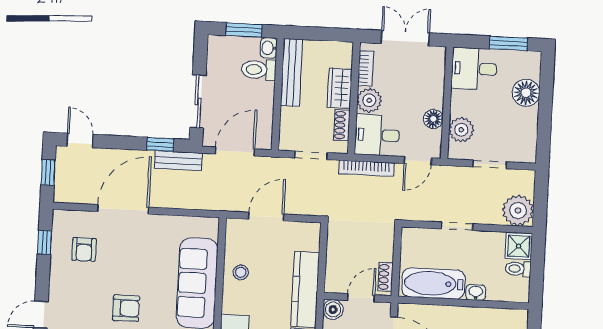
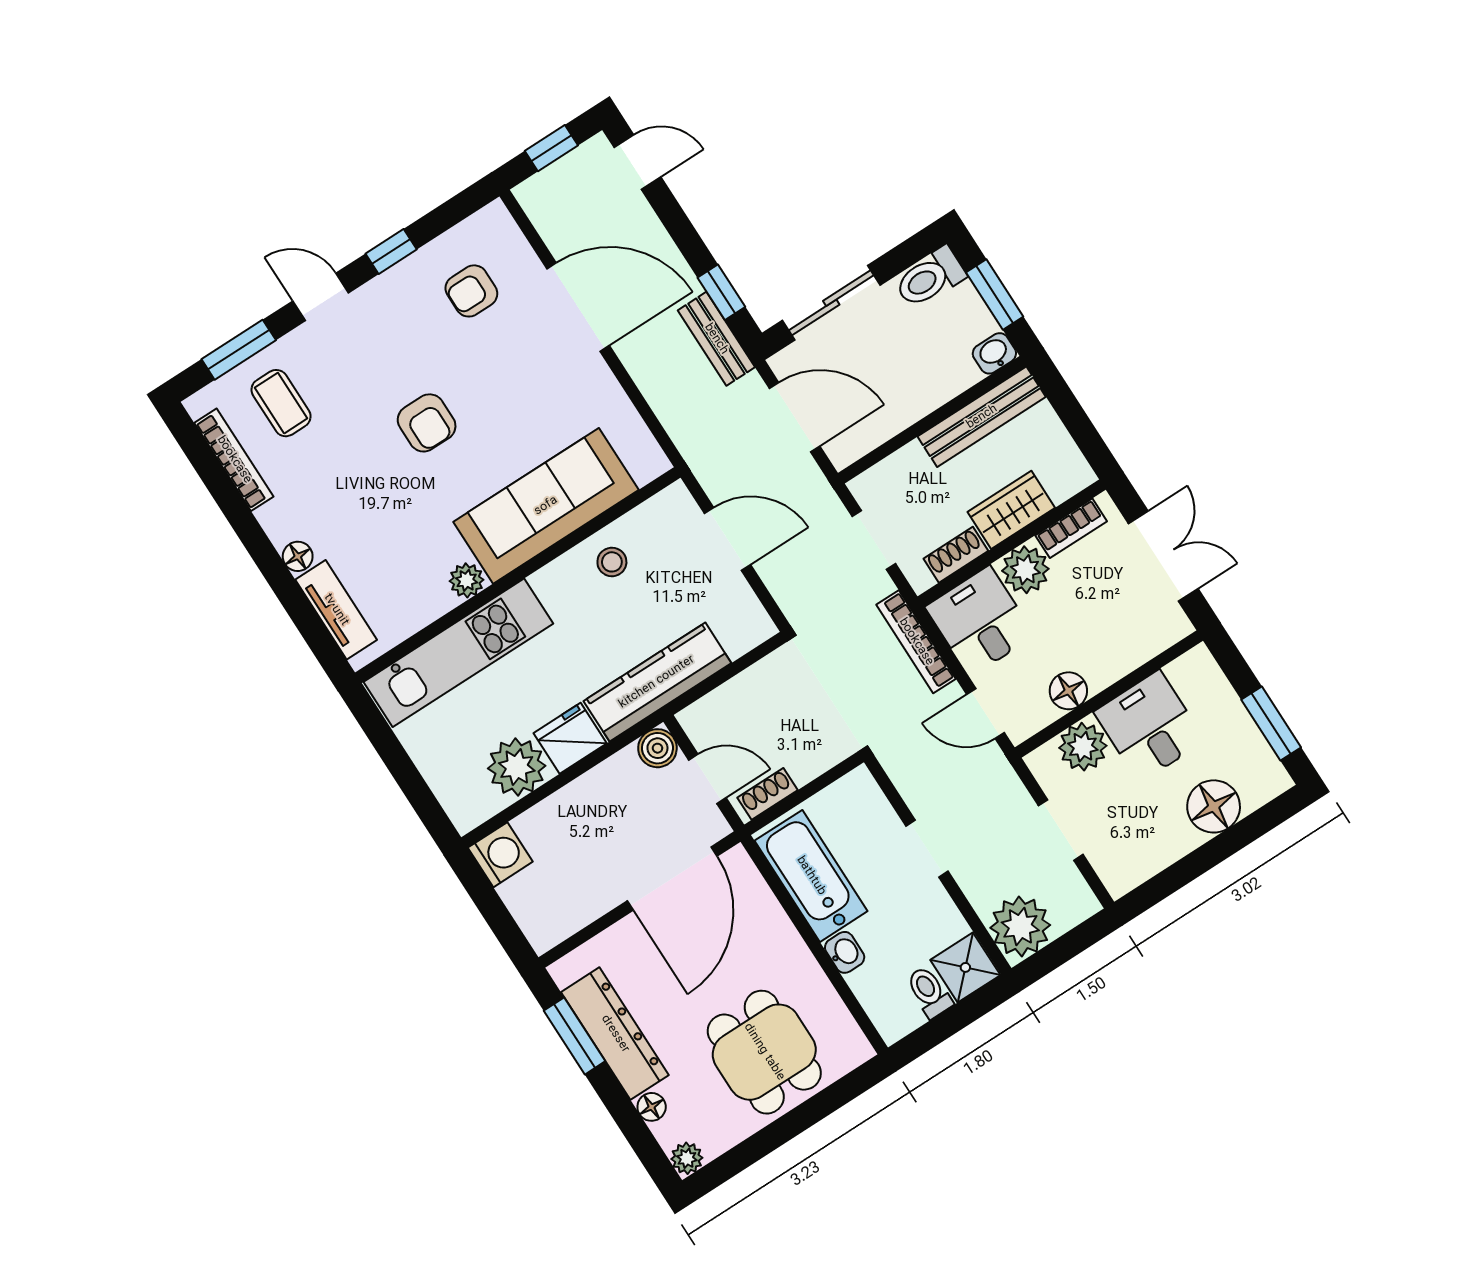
desk: (474, 69) -> (1149, 726), moved
toilet: (259, 70) -> (930, 278), moved, turned -90
door: (80, 140) -> (637, 162), hinge flipped
window: (45, 242) -> (391, 251), moved

